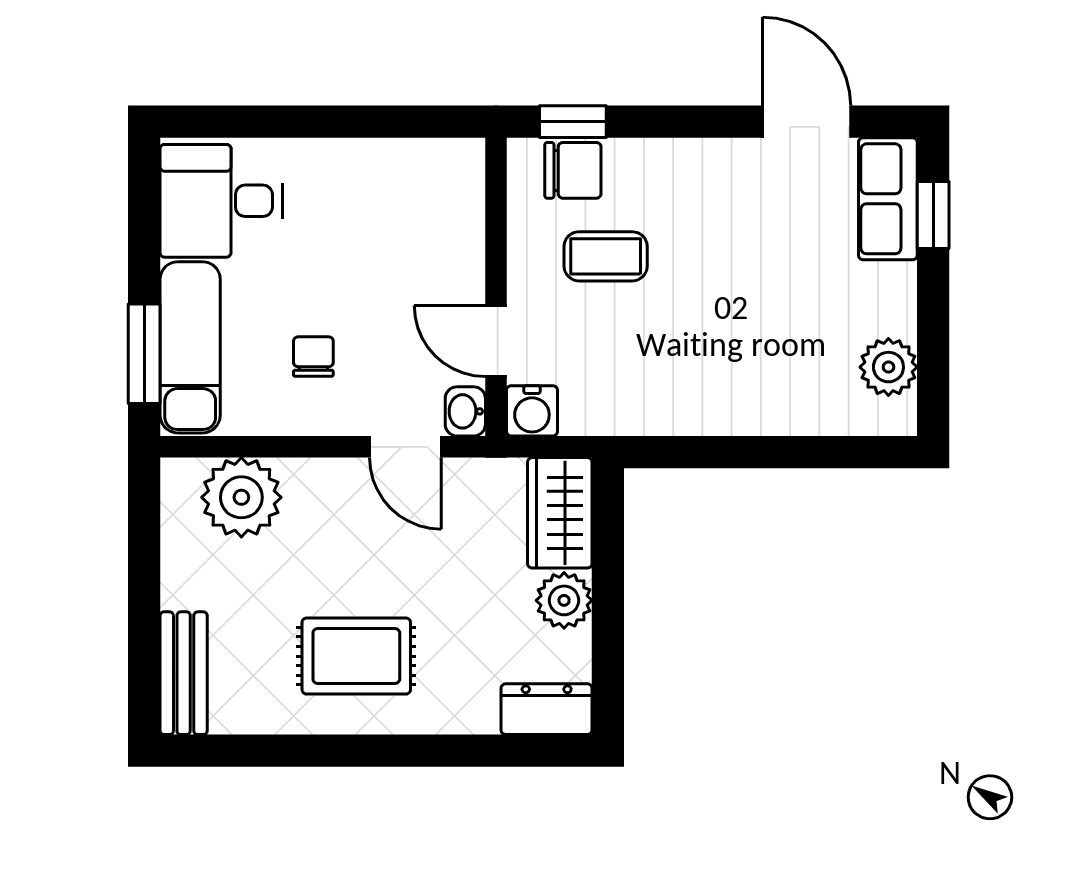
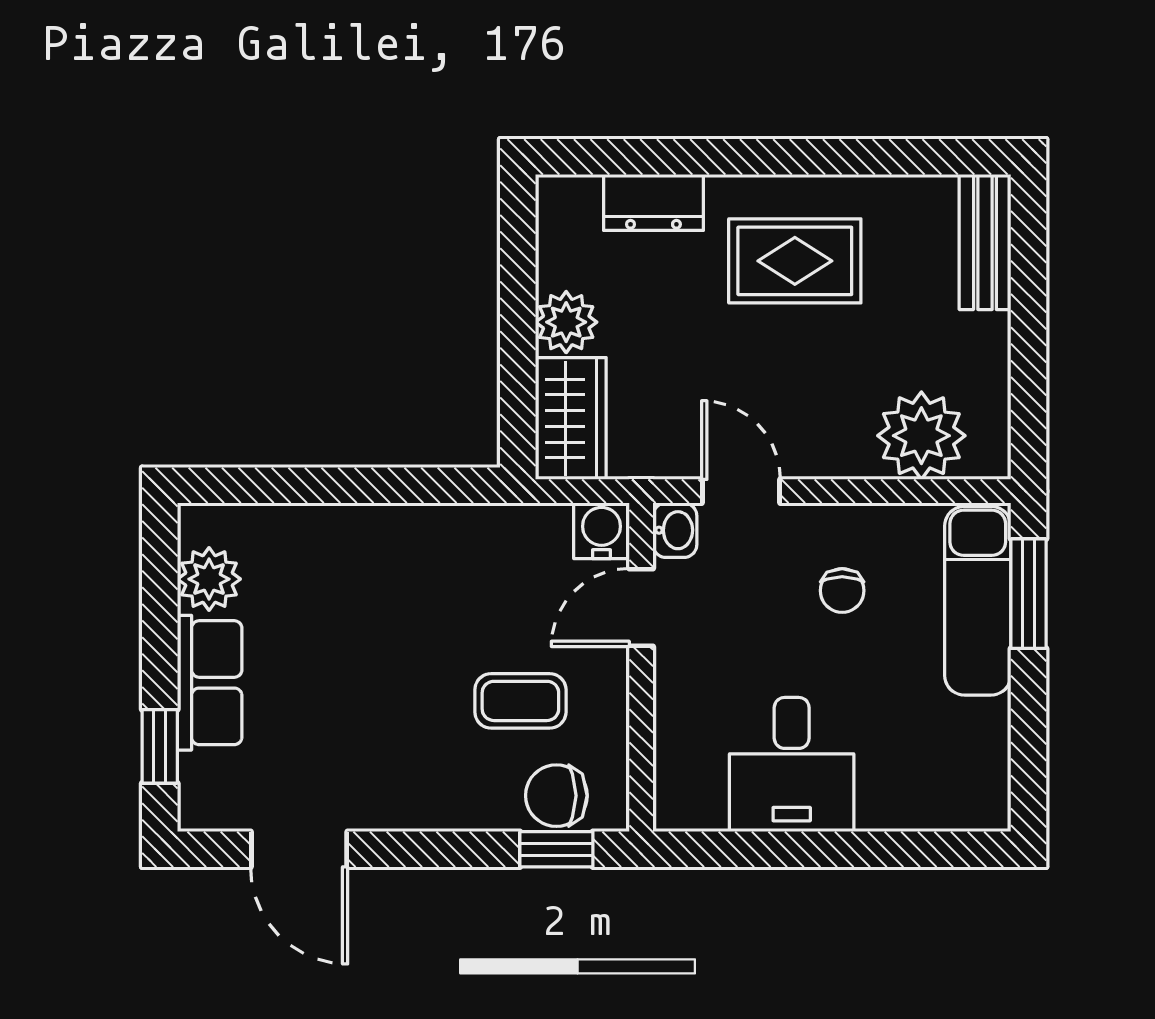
row of seats: (888, 199) -> (210, 683), moved
desk: (221, 201) -> (792, 764), moved, turned 90
door: (496, 341) -> (641, 607), swing flipped
dresser: (547, 709) -> (653, 202), moved

